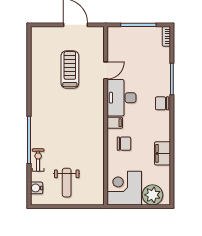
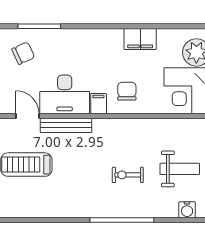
bench: (99, 99) -> (66, 125), added
chair: (162, 103) -> (23, 53), moved, turned -115
exercise bike: (38, 160) -> (128, 175), moved

